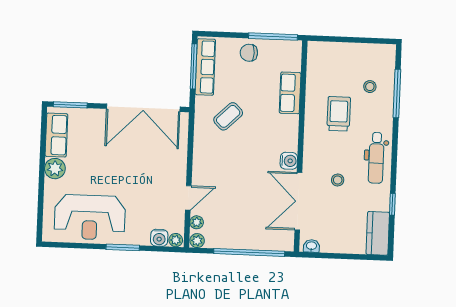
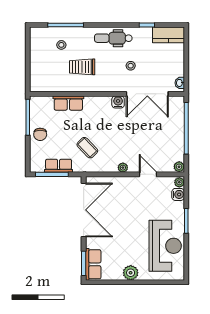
row of seats: (205, 67) -> (59, 166), width x0.68
row of seats: (56, 135) -> (93, 264), moved, turned 90
dental chair: (376, 158) -> (113, 38), turned 180
plant: (197, 222) -> (123, 168), moved

